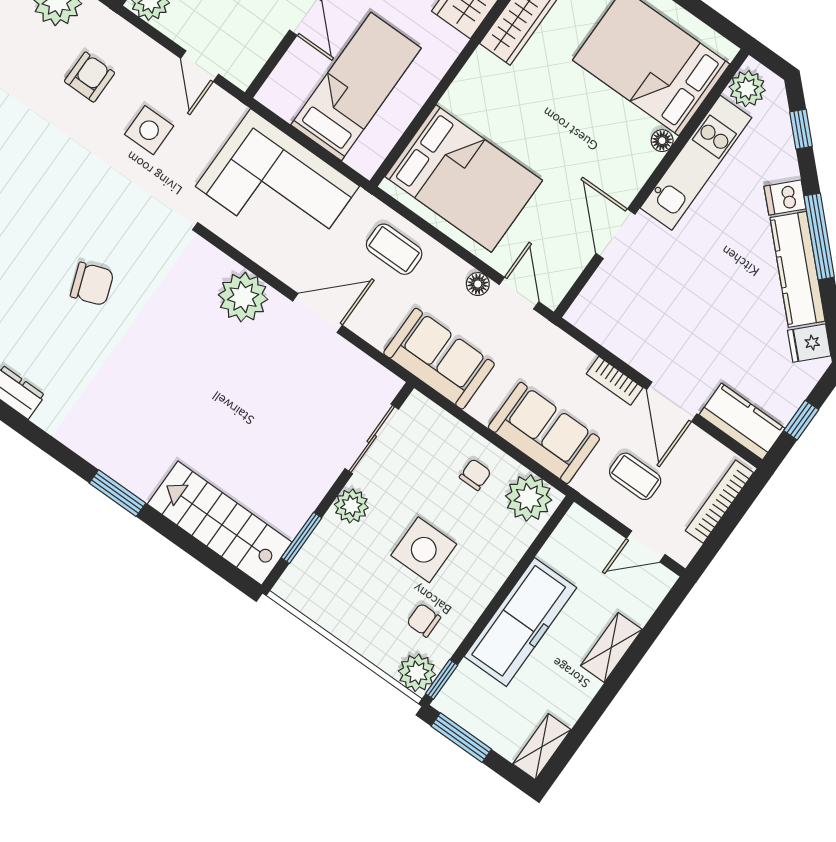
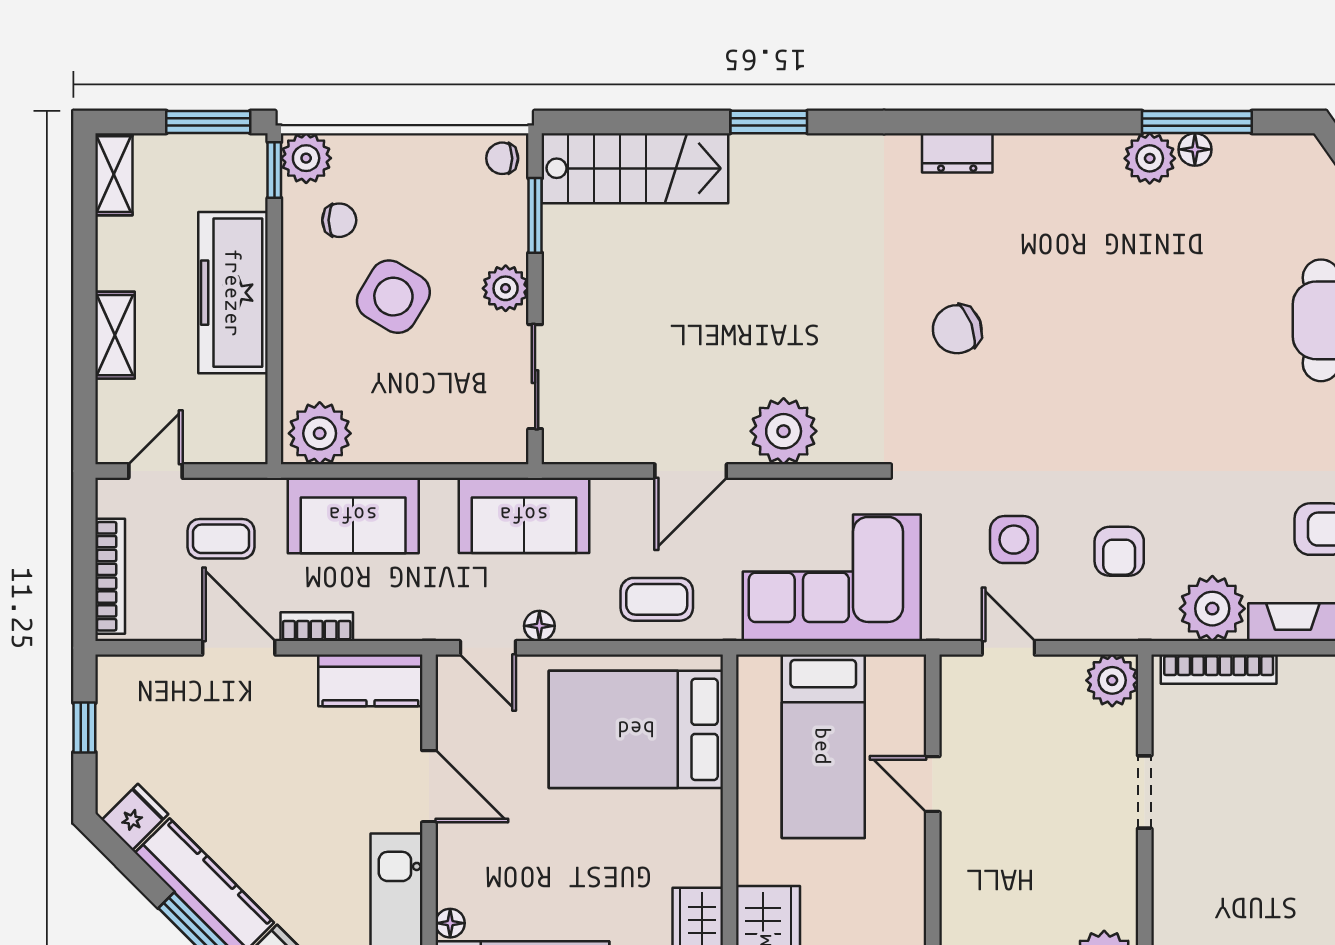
kitchen counter: (742, 422) -> (370, 680), moved
chair: (475, 475) -> (502, 158), moved, turned 90
side table: (424, 550) -> (393, 297), turned 31

